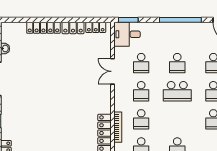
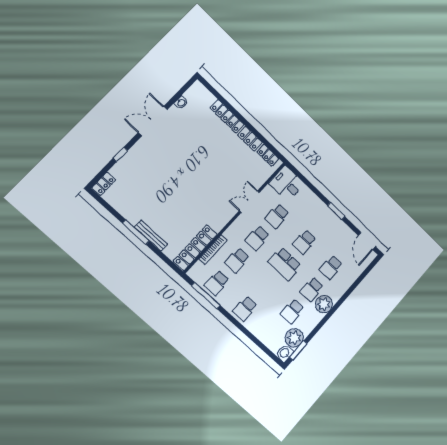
window: (128, 20) -> (298, 173), removed
window: (180, 20) -> (336, 211), width x0.47

